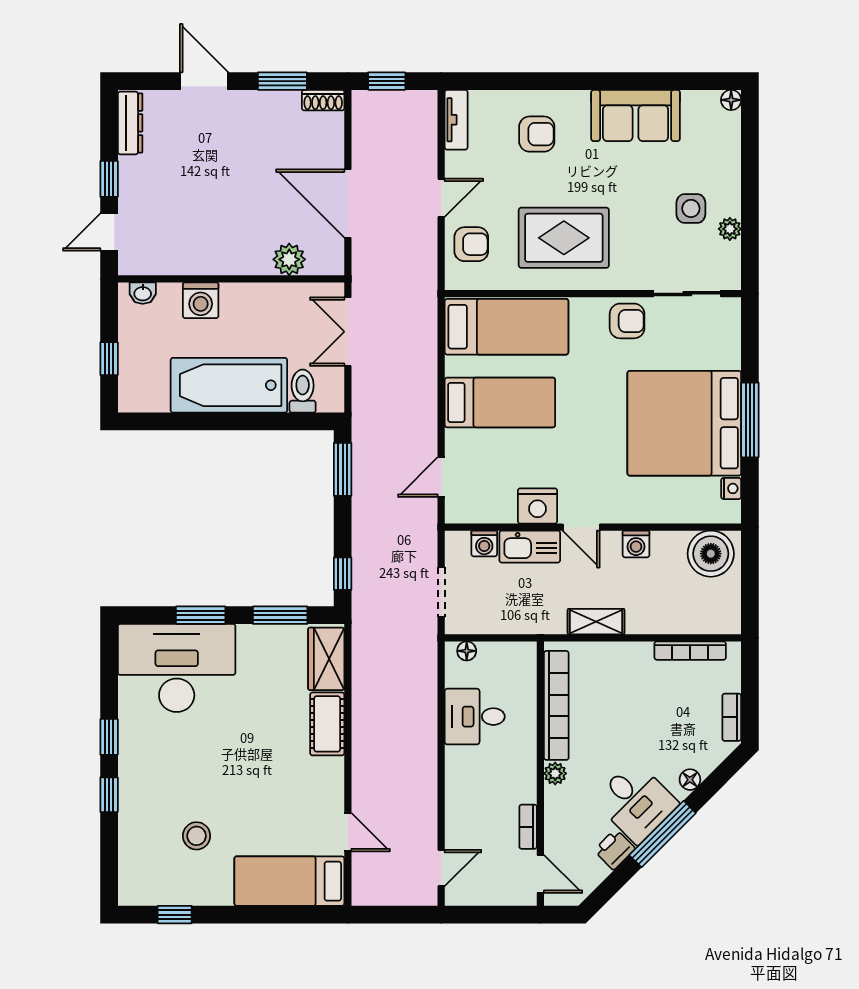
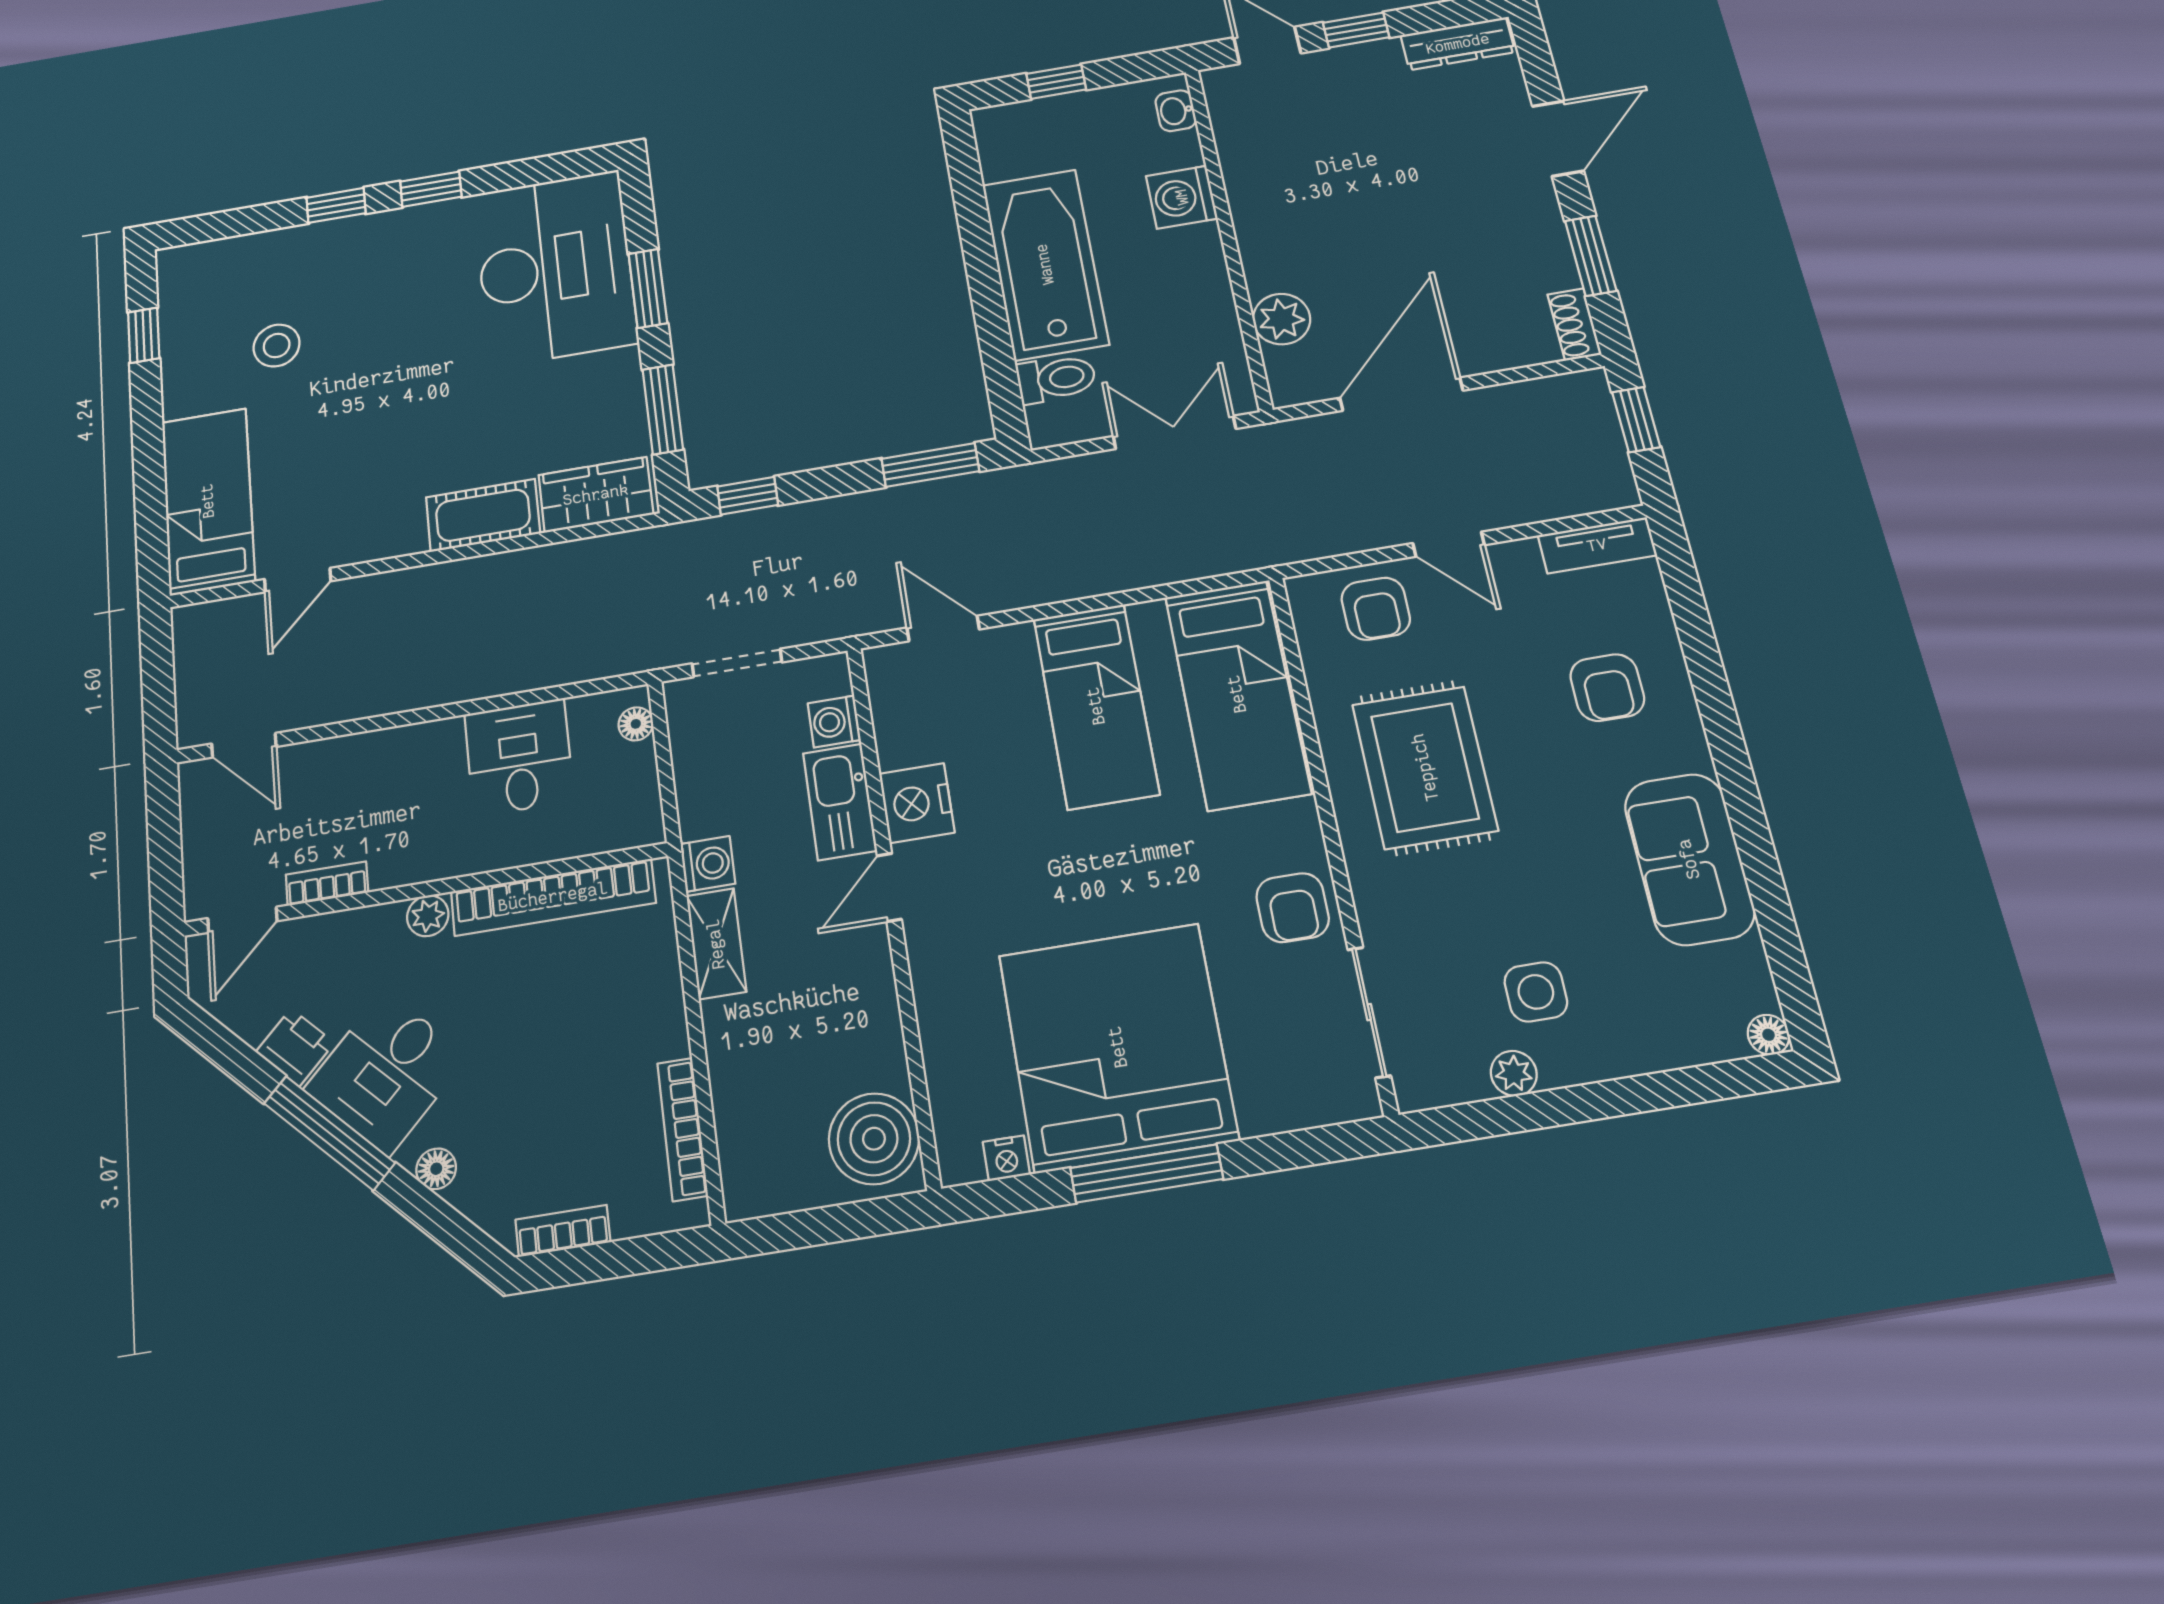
washing machine: (636, 544) -> (708, 864), moved, turned 180

